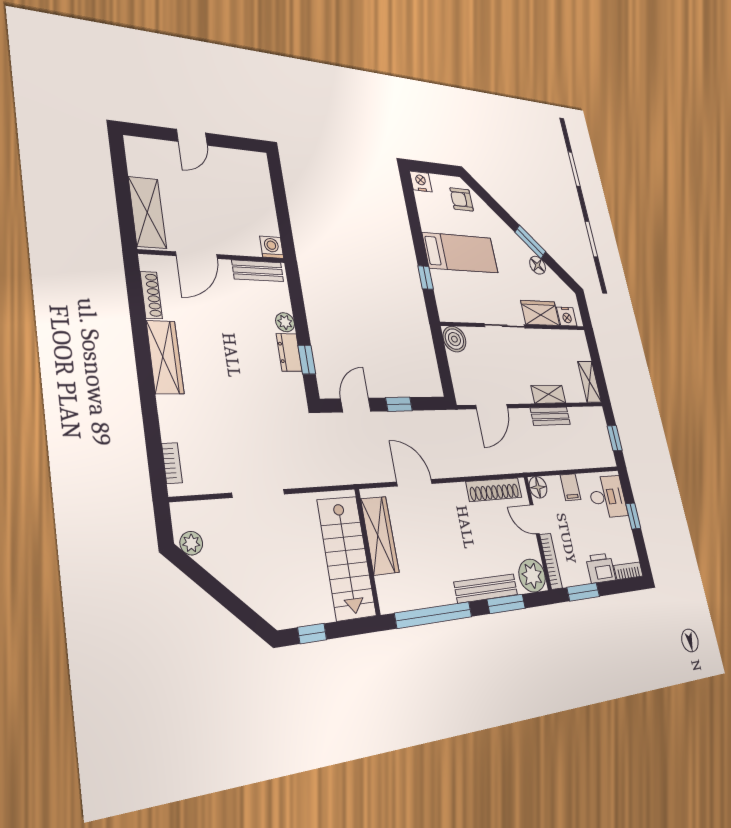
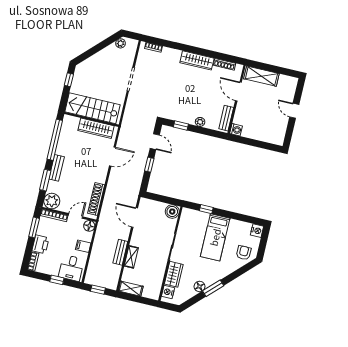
dresser: (289, 353) -> (186, 118), removed
bench: (486, 588) -> (57, 168), width x0.73

